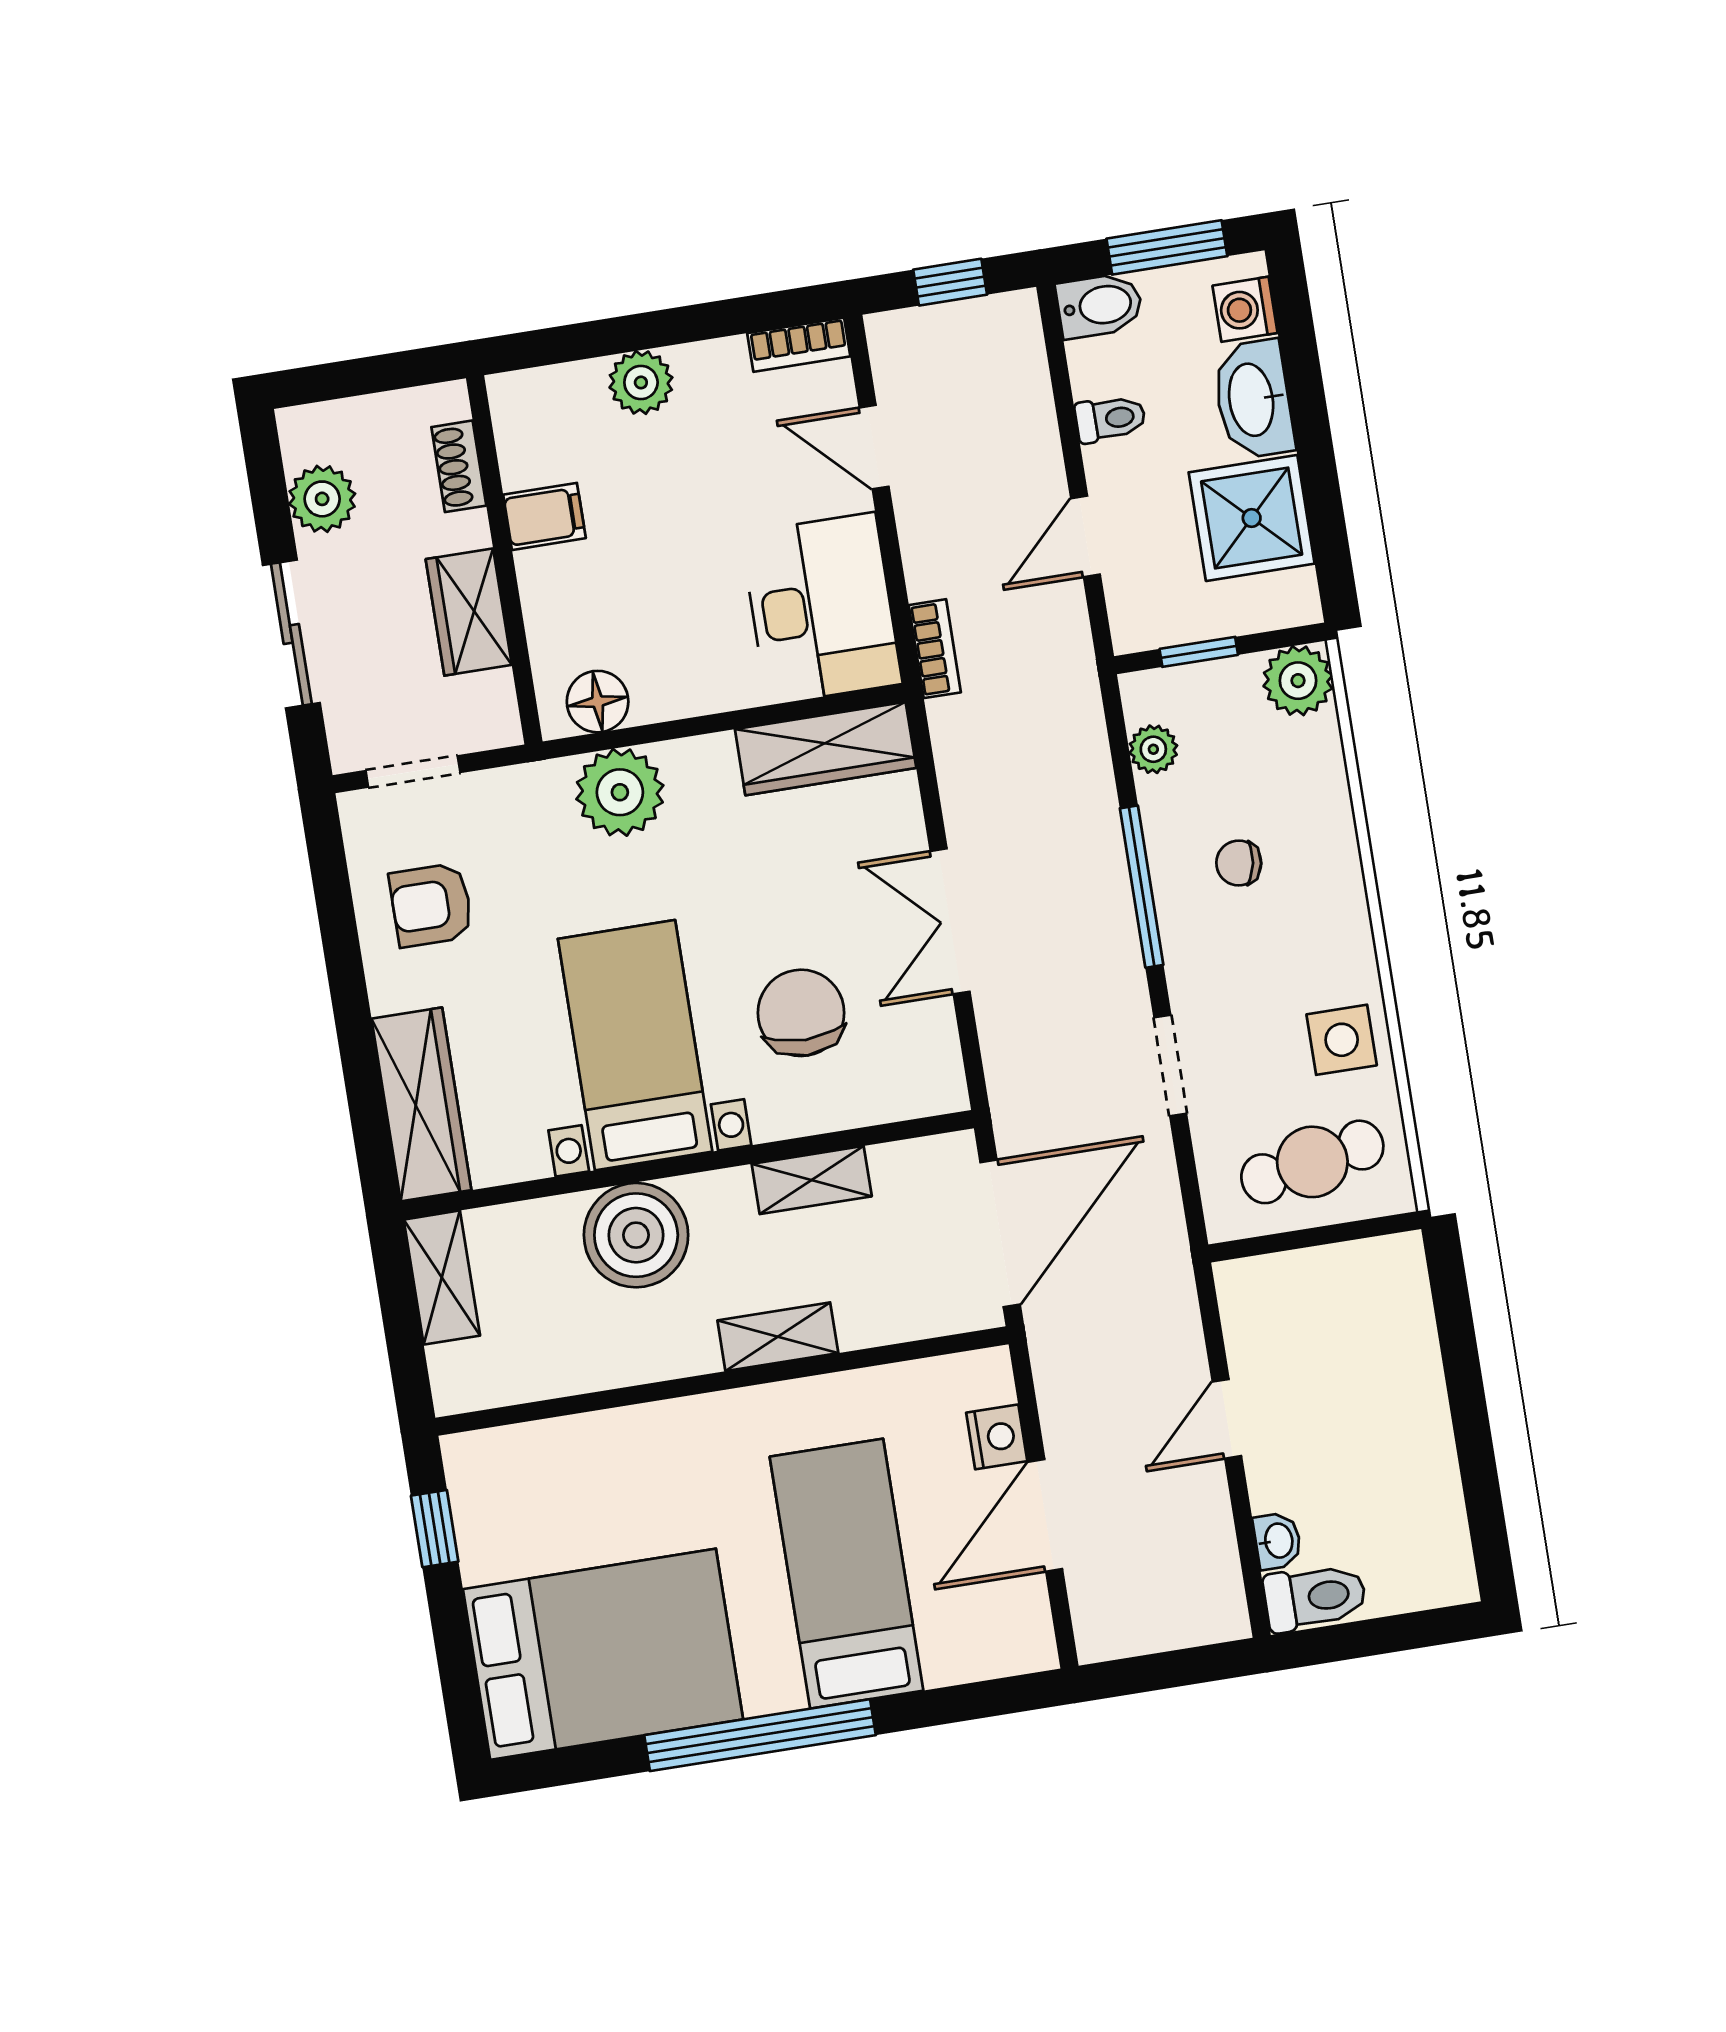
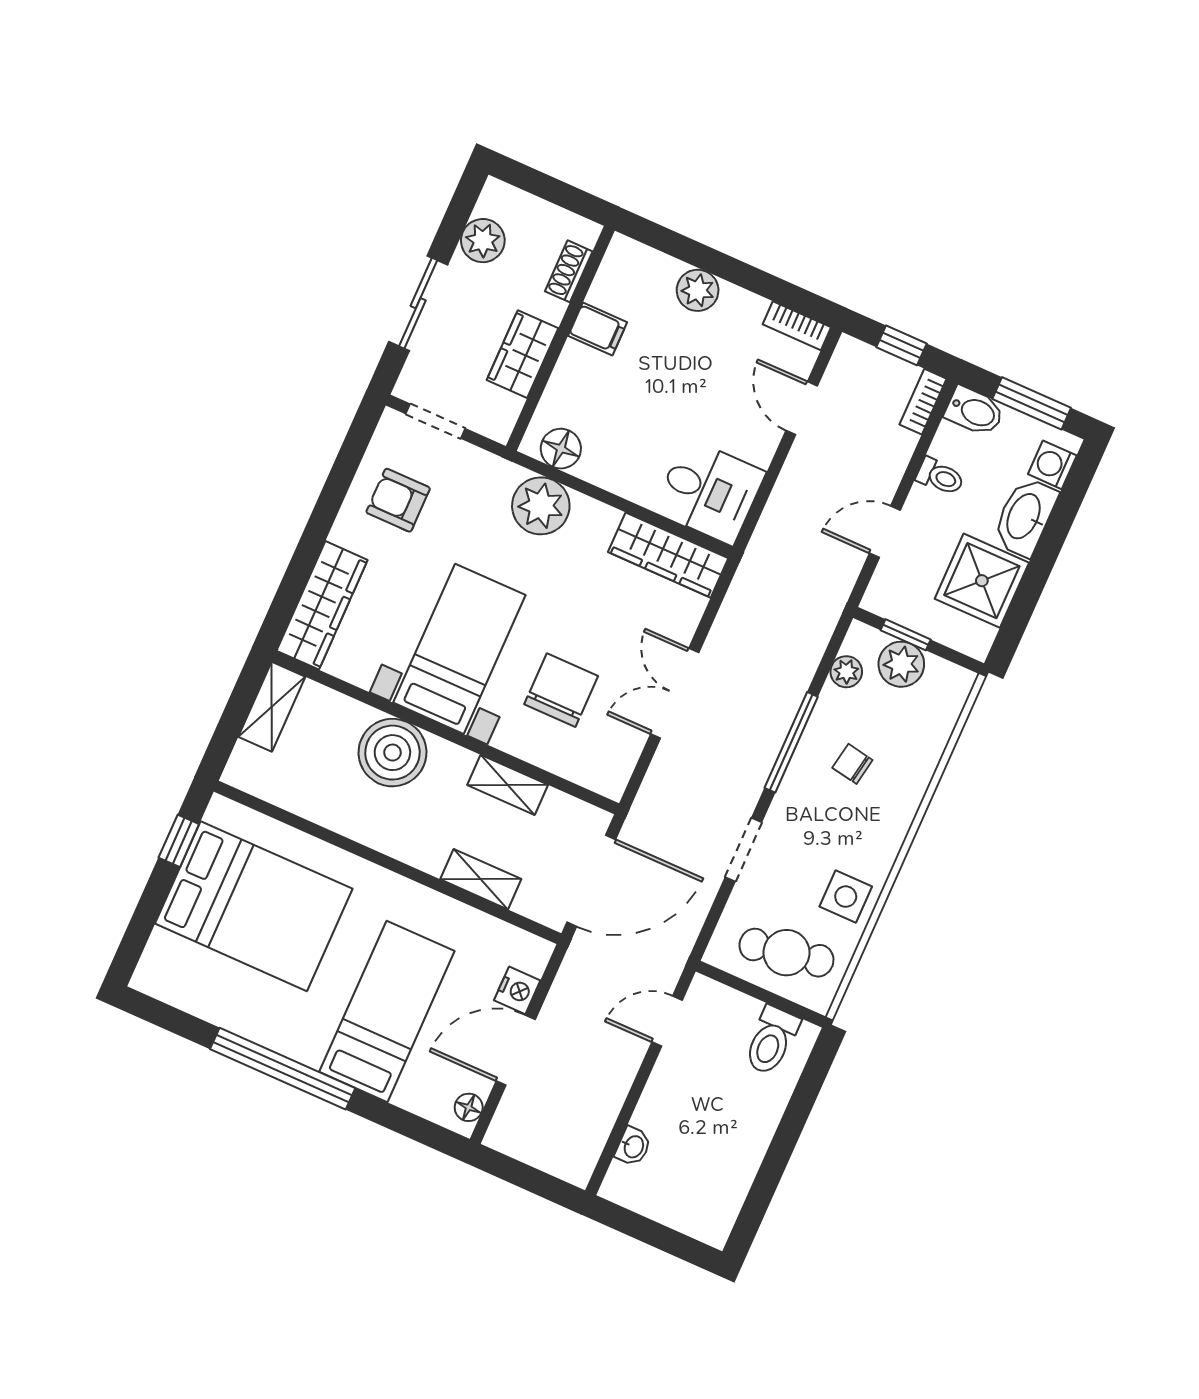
desk: (821, 609) -> (709, 491), width x0.73
bookcase: (935, 649) -> (923, 402), moved, turned 180
plant: (1298, 681) -> (901, 664), moved
shelving: (778, 1337) -> (481, 879), moved
door: (1227, 1419) -> (667, 1021), moved
toilet: (1315, 1597) -> (771, 1041), moved, turned 90
floor lamp: (1033, 1629) -> (469, 1107), added
bed: (603, 1654) -> (254, 906), moved

